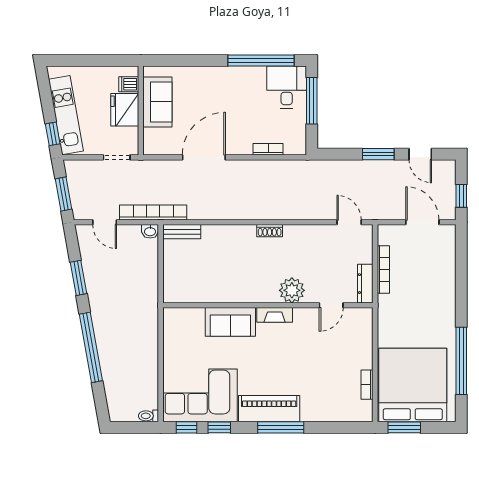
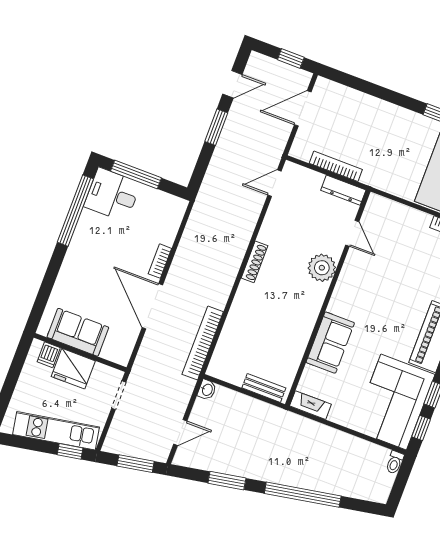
bookcase: (268, 149) -> (160, 261), moved
bookcase: (153, 213) -> (203, 343), moved
shoe rack: (270, 231) -> (254, 262), width x1.43
bench: (182, 232) -> (264, 388), moved, turned 90
fireplace: (275, 315) -> (310, 405), moved, turned -90

